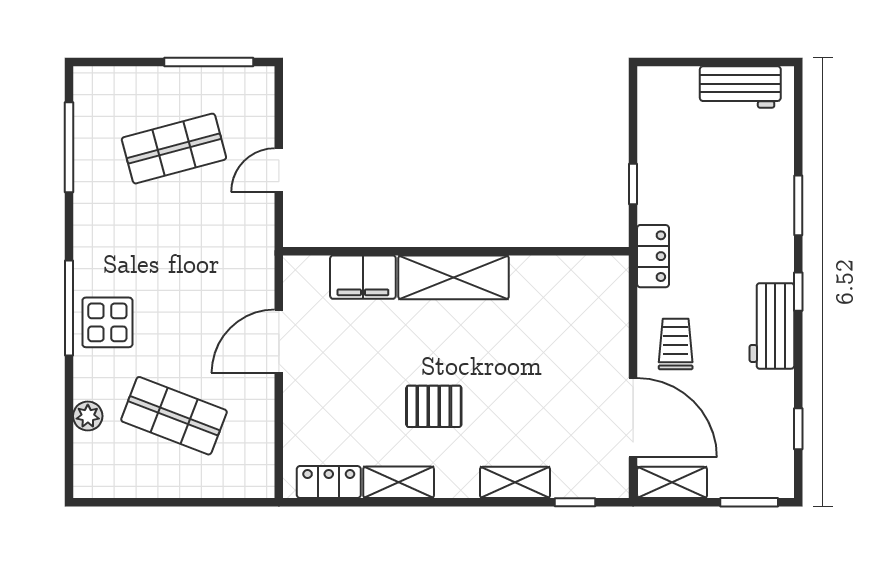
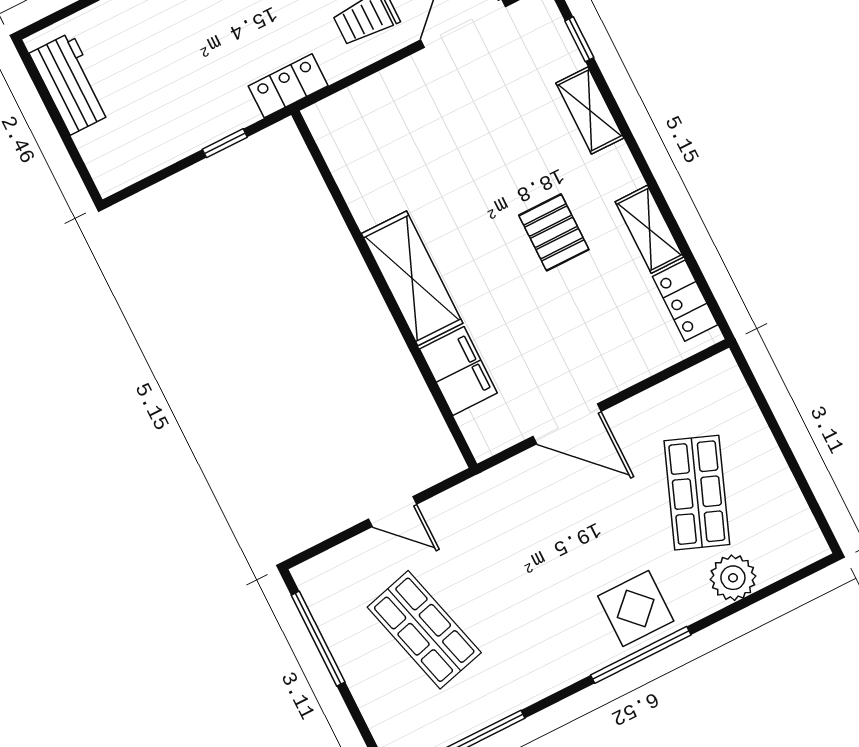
plant: (88, 416) -> (733, 578), width x1.38, depth x1.38

